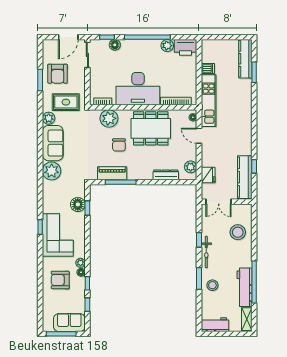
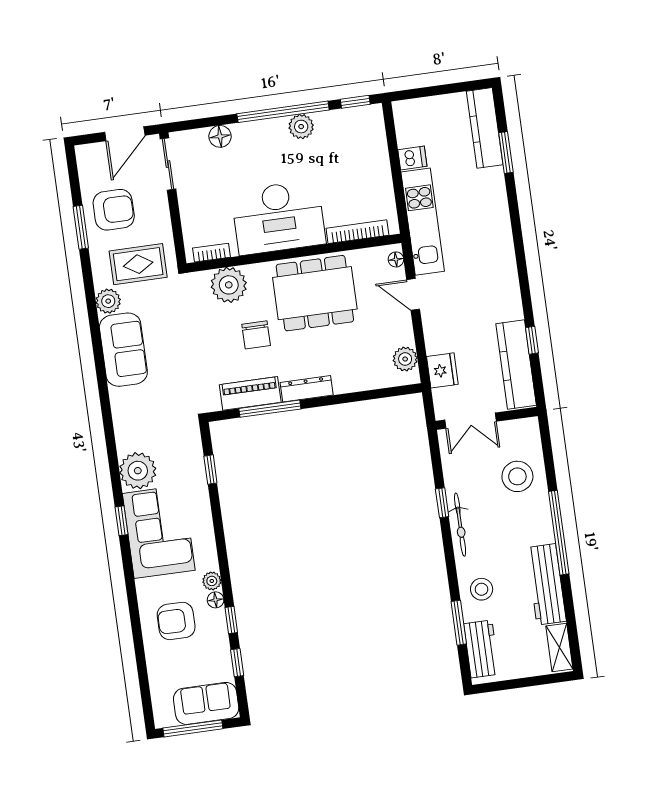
window: (107, 37) -> (355, 102), moved
plant: (167, 46) -> (301, 127), moved
printer: (185, 47) -> (362, 122), removed
armchair: (58, 74) -> (114, 210), turned -90
plant: (52, 171) -> (138, 471), moved
dresser: (166, 175) -> (307, 389), moved
floor lamp: (78, 204) -> (190, 465), removed
window: (199, 279) -> (459, 623), moved
window: (254, 282) -> (559, 533), moved
workbench: (215, 325) -> (481, 649), moved, turned 90

